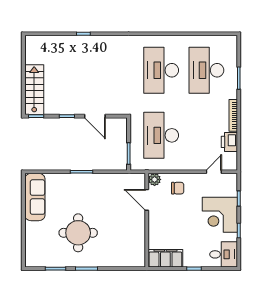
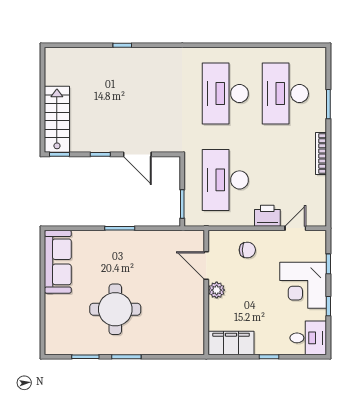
printer: (229, 142) -> (267, 216), moved, turned 90
plant: (155, 179) -> (217, 290), moved

